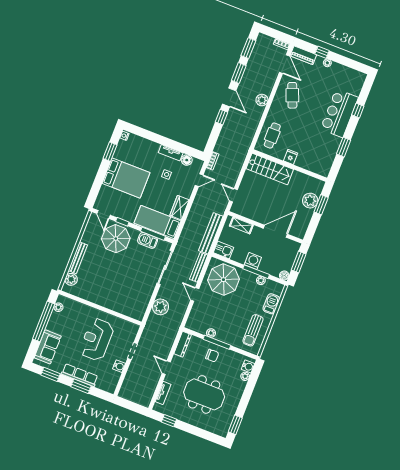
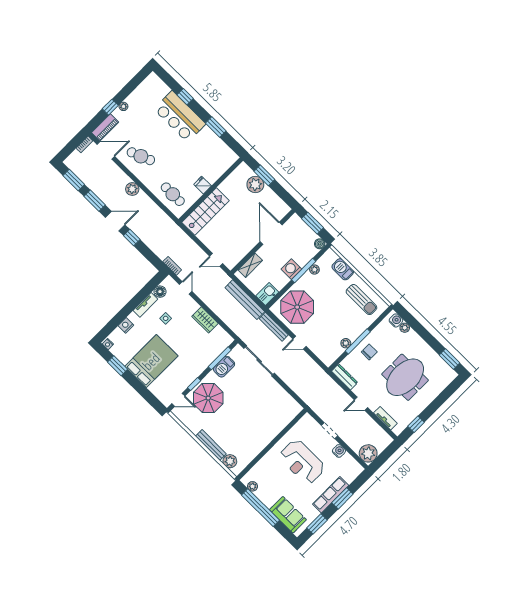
nightstand: (146, 144) -> (126, 325), added
bed: (158, 222) -> (210, 348), removed
plant: (160, 307) -> (368, 453), moved

